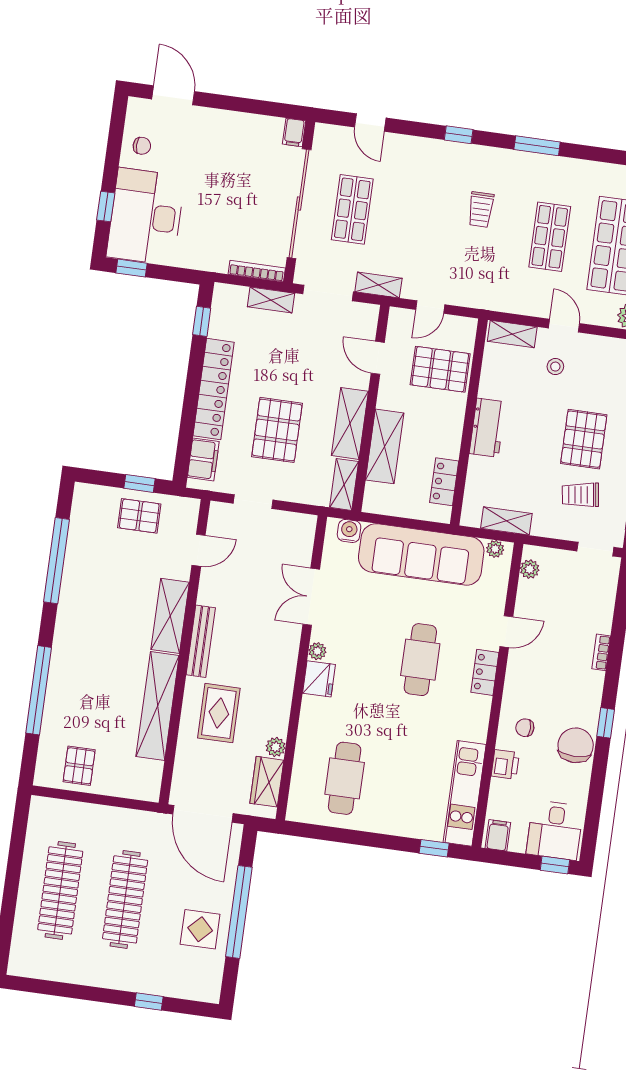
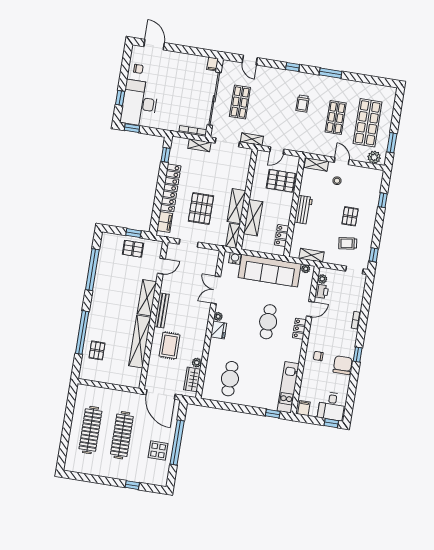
door: (378, 358) -> (251, 175), removed
pallet: (584, 439) -> (350, 216), width x0.67, depth x0.71
printer: (505, 764) -> (322, 291), moved
pallet: (79, 766) -> (97, 350), moved

